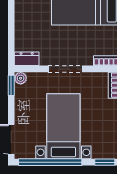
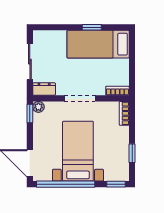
sliding door: (11, 29) -> (30, 62), added

